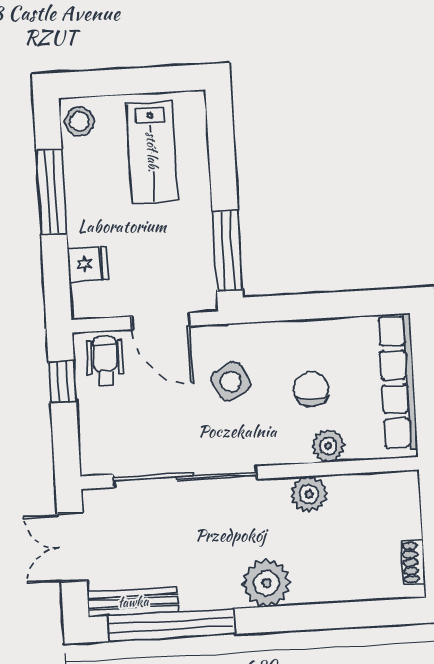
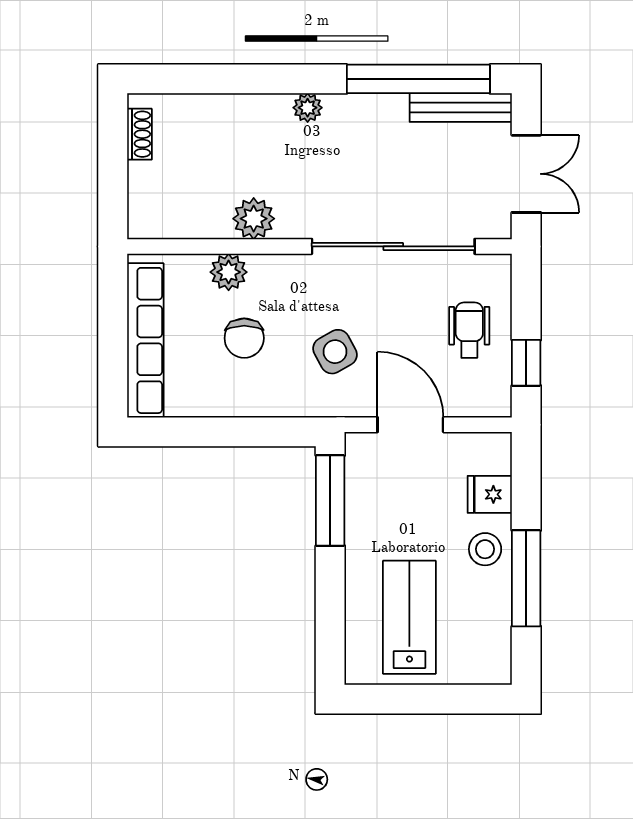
stool: (79, 121) -> (485, 549), moved
wheelchair: (105, 361) -> (469, 330), moved, turned 180
plant: (267, 583) -> (308, 108), width x0.53, depth x0.53

